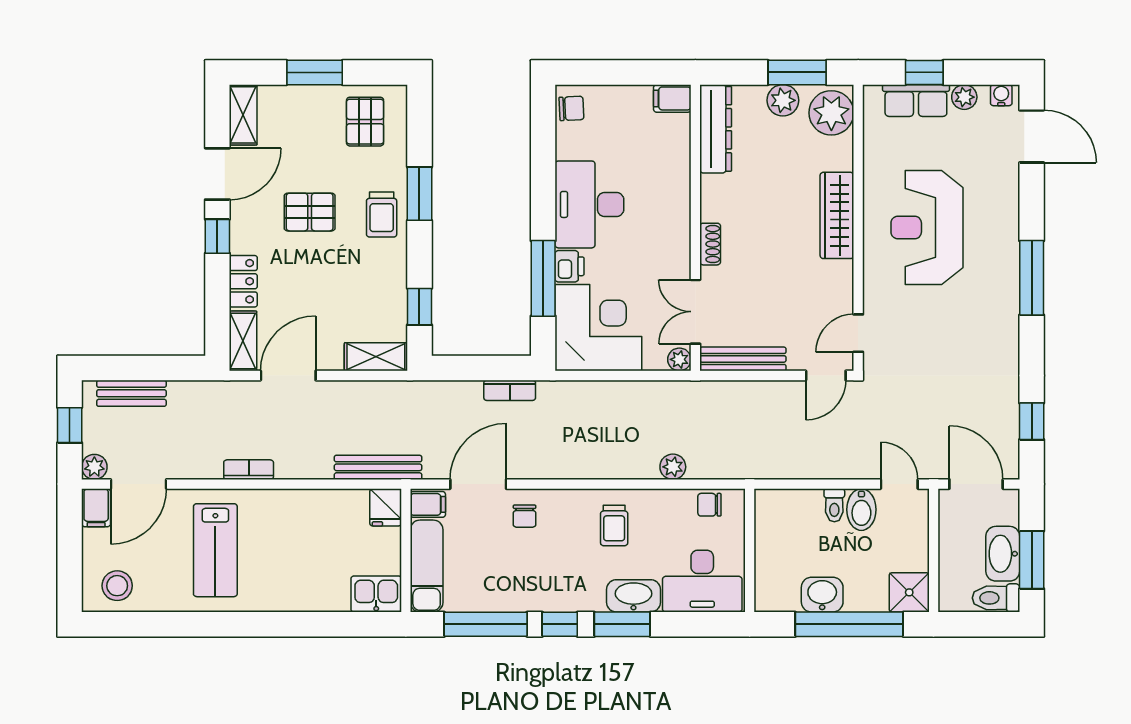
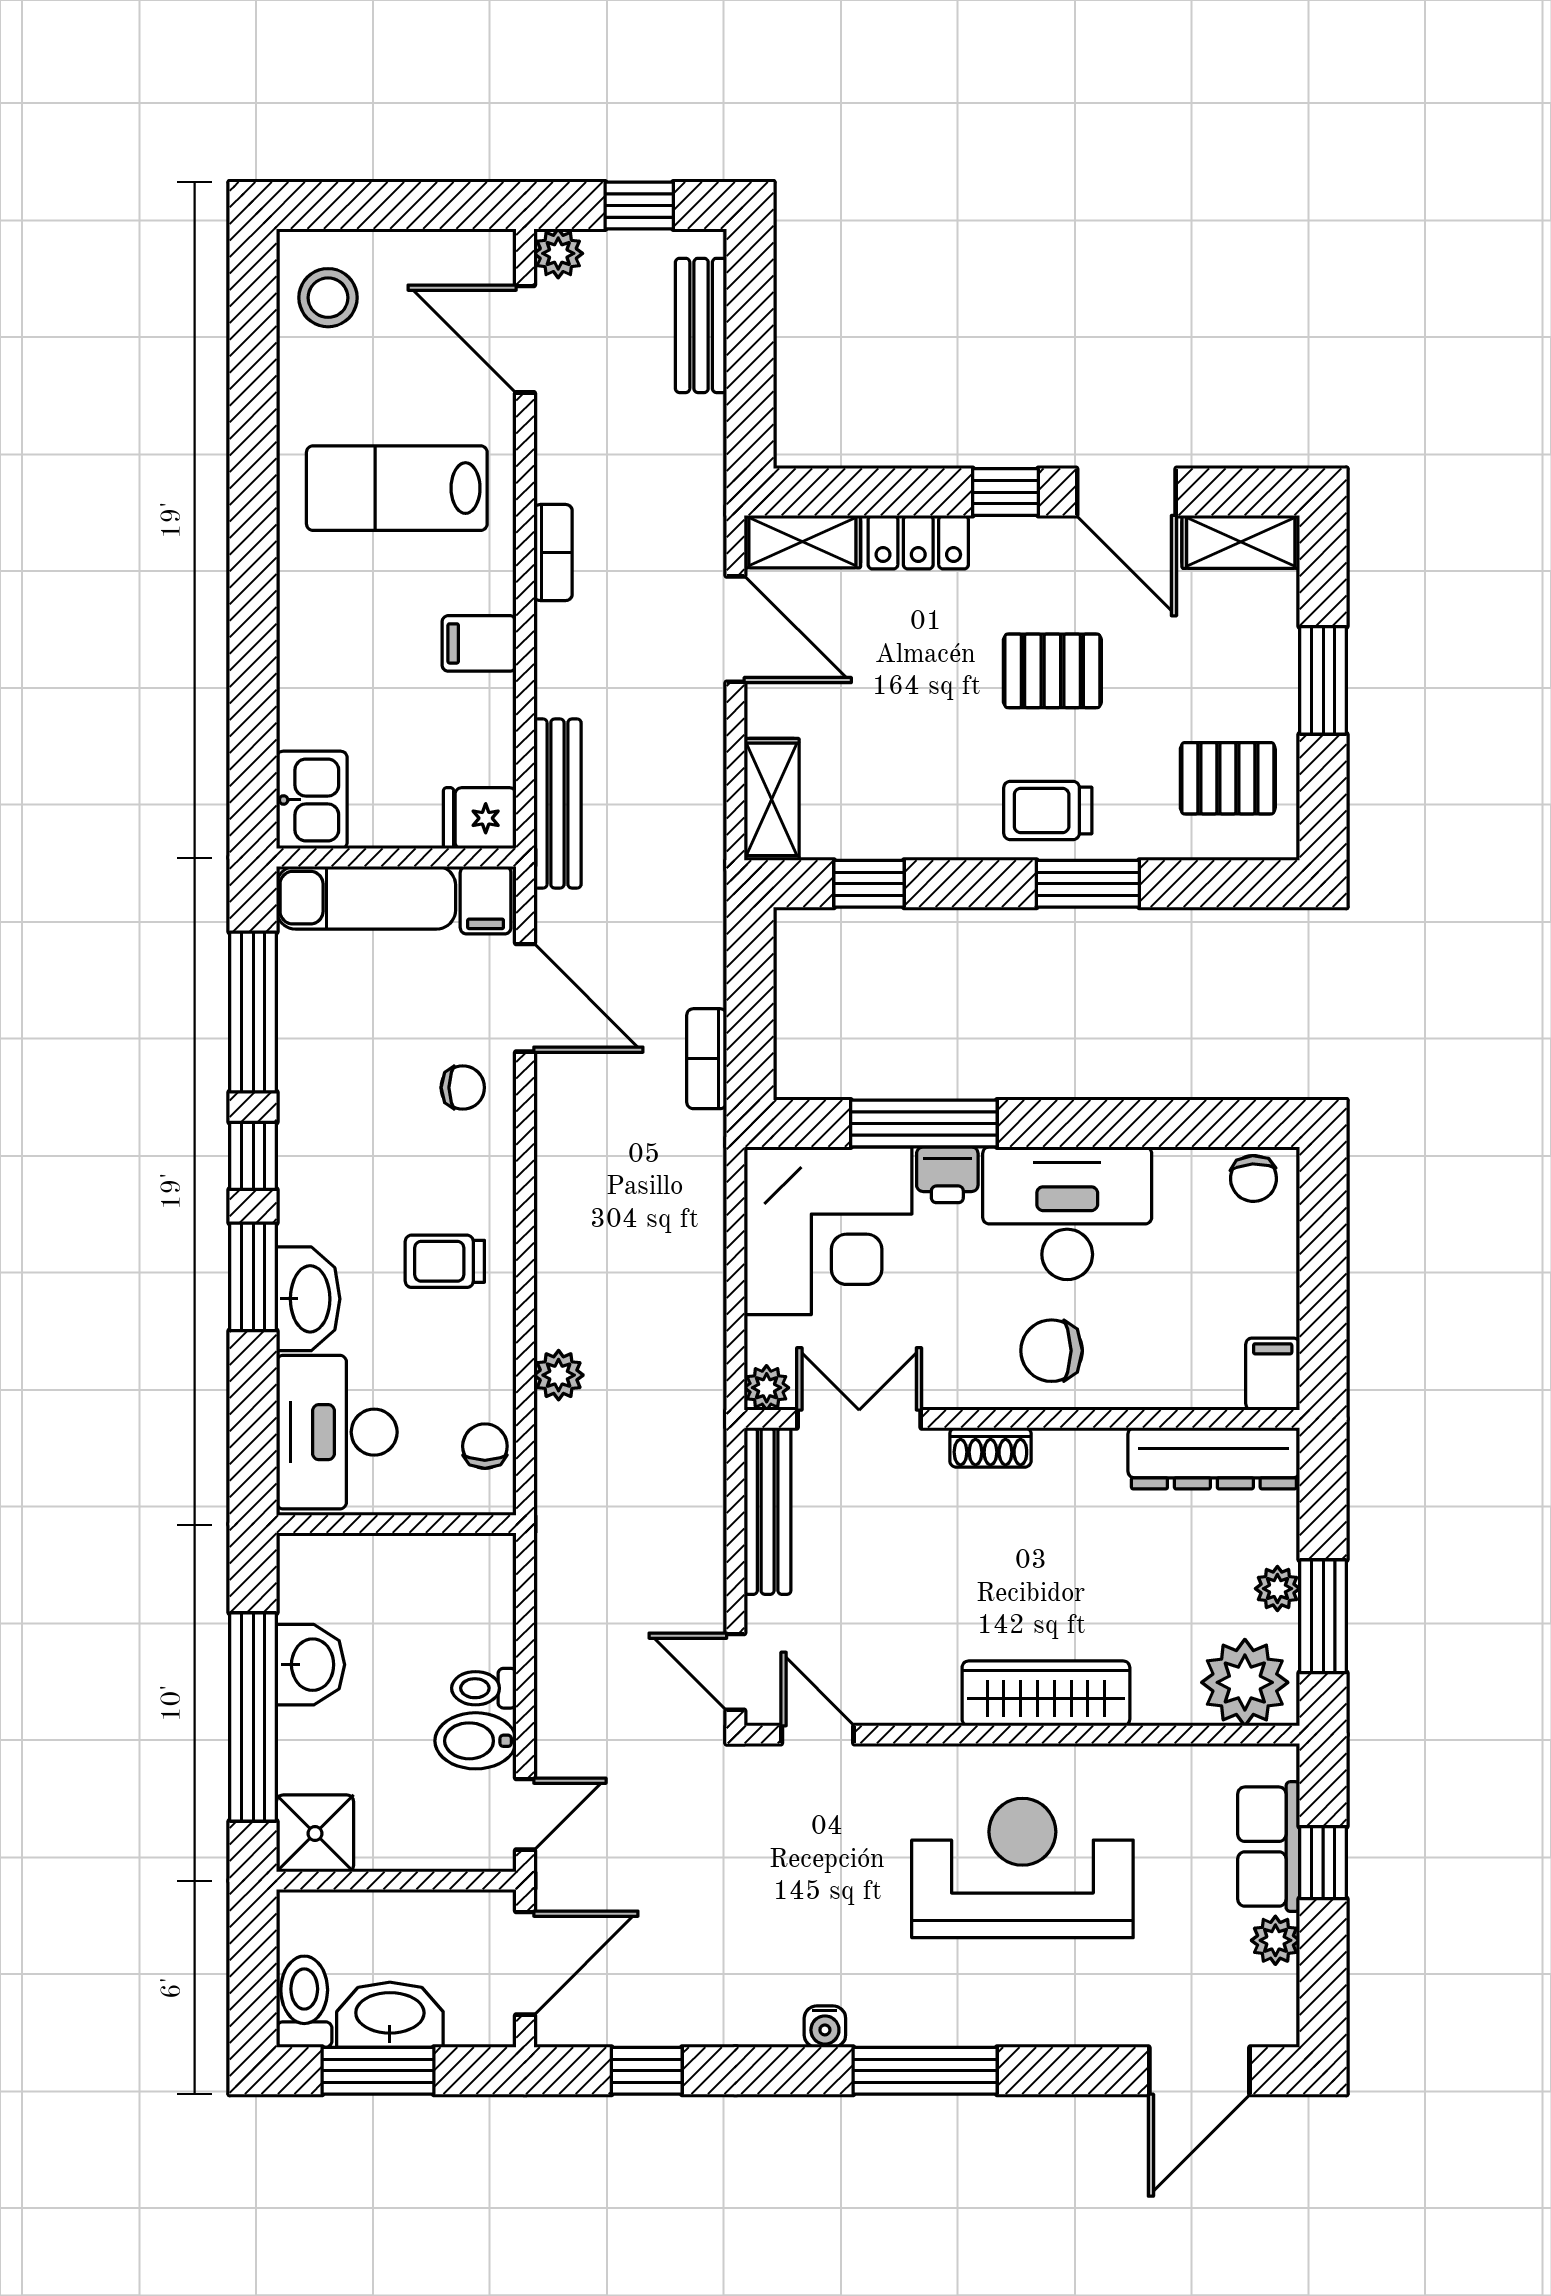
water cooler: (1001, 95) -> (825, 2027), moved, turned 90
plant: (783, 100) -> (1277, 1589), width x0.73, depth x0.73
pallet: (310, 212) -> (1052, 671), turned 90
chair: (660, 213) -> (1052, 1351), added
filing cabinet: (96, 508) -> (479, 643), moved
chair: (525, 516) -> (463, 1088), turned 180

